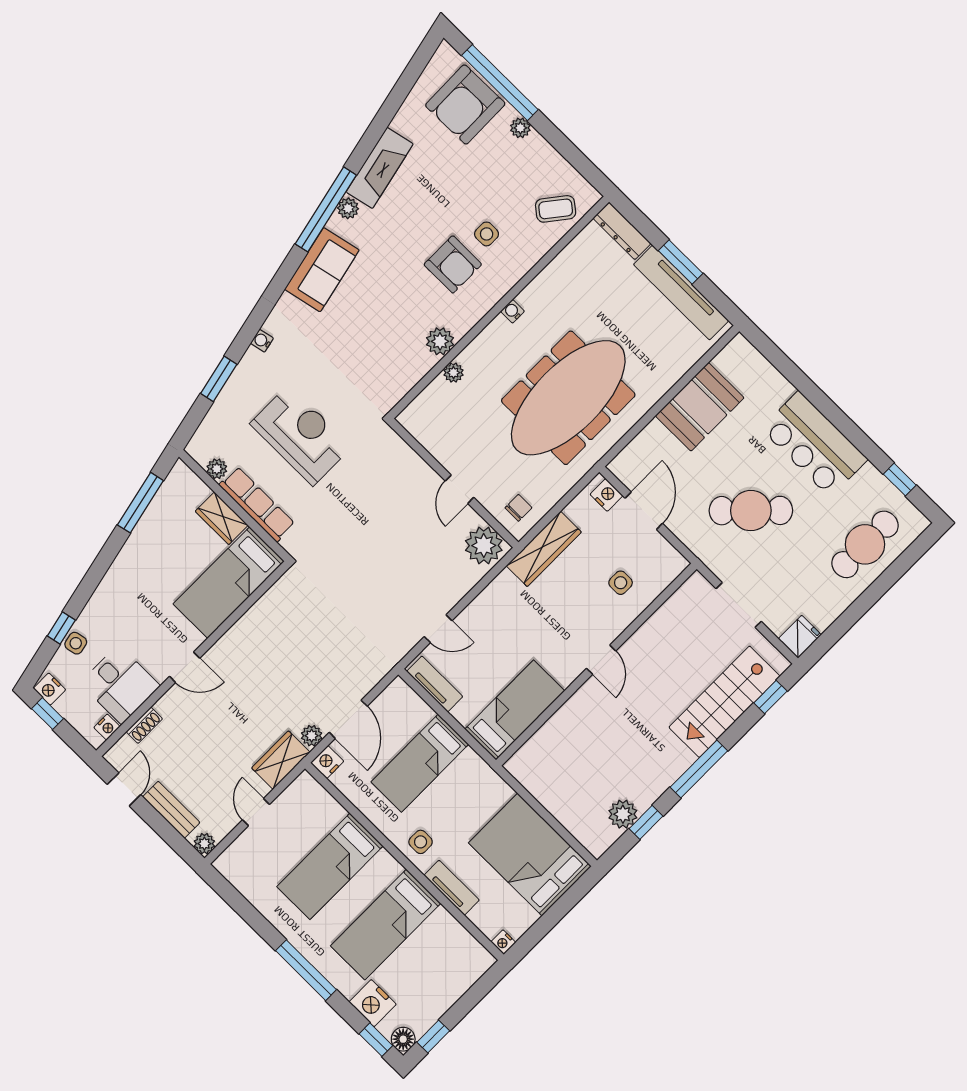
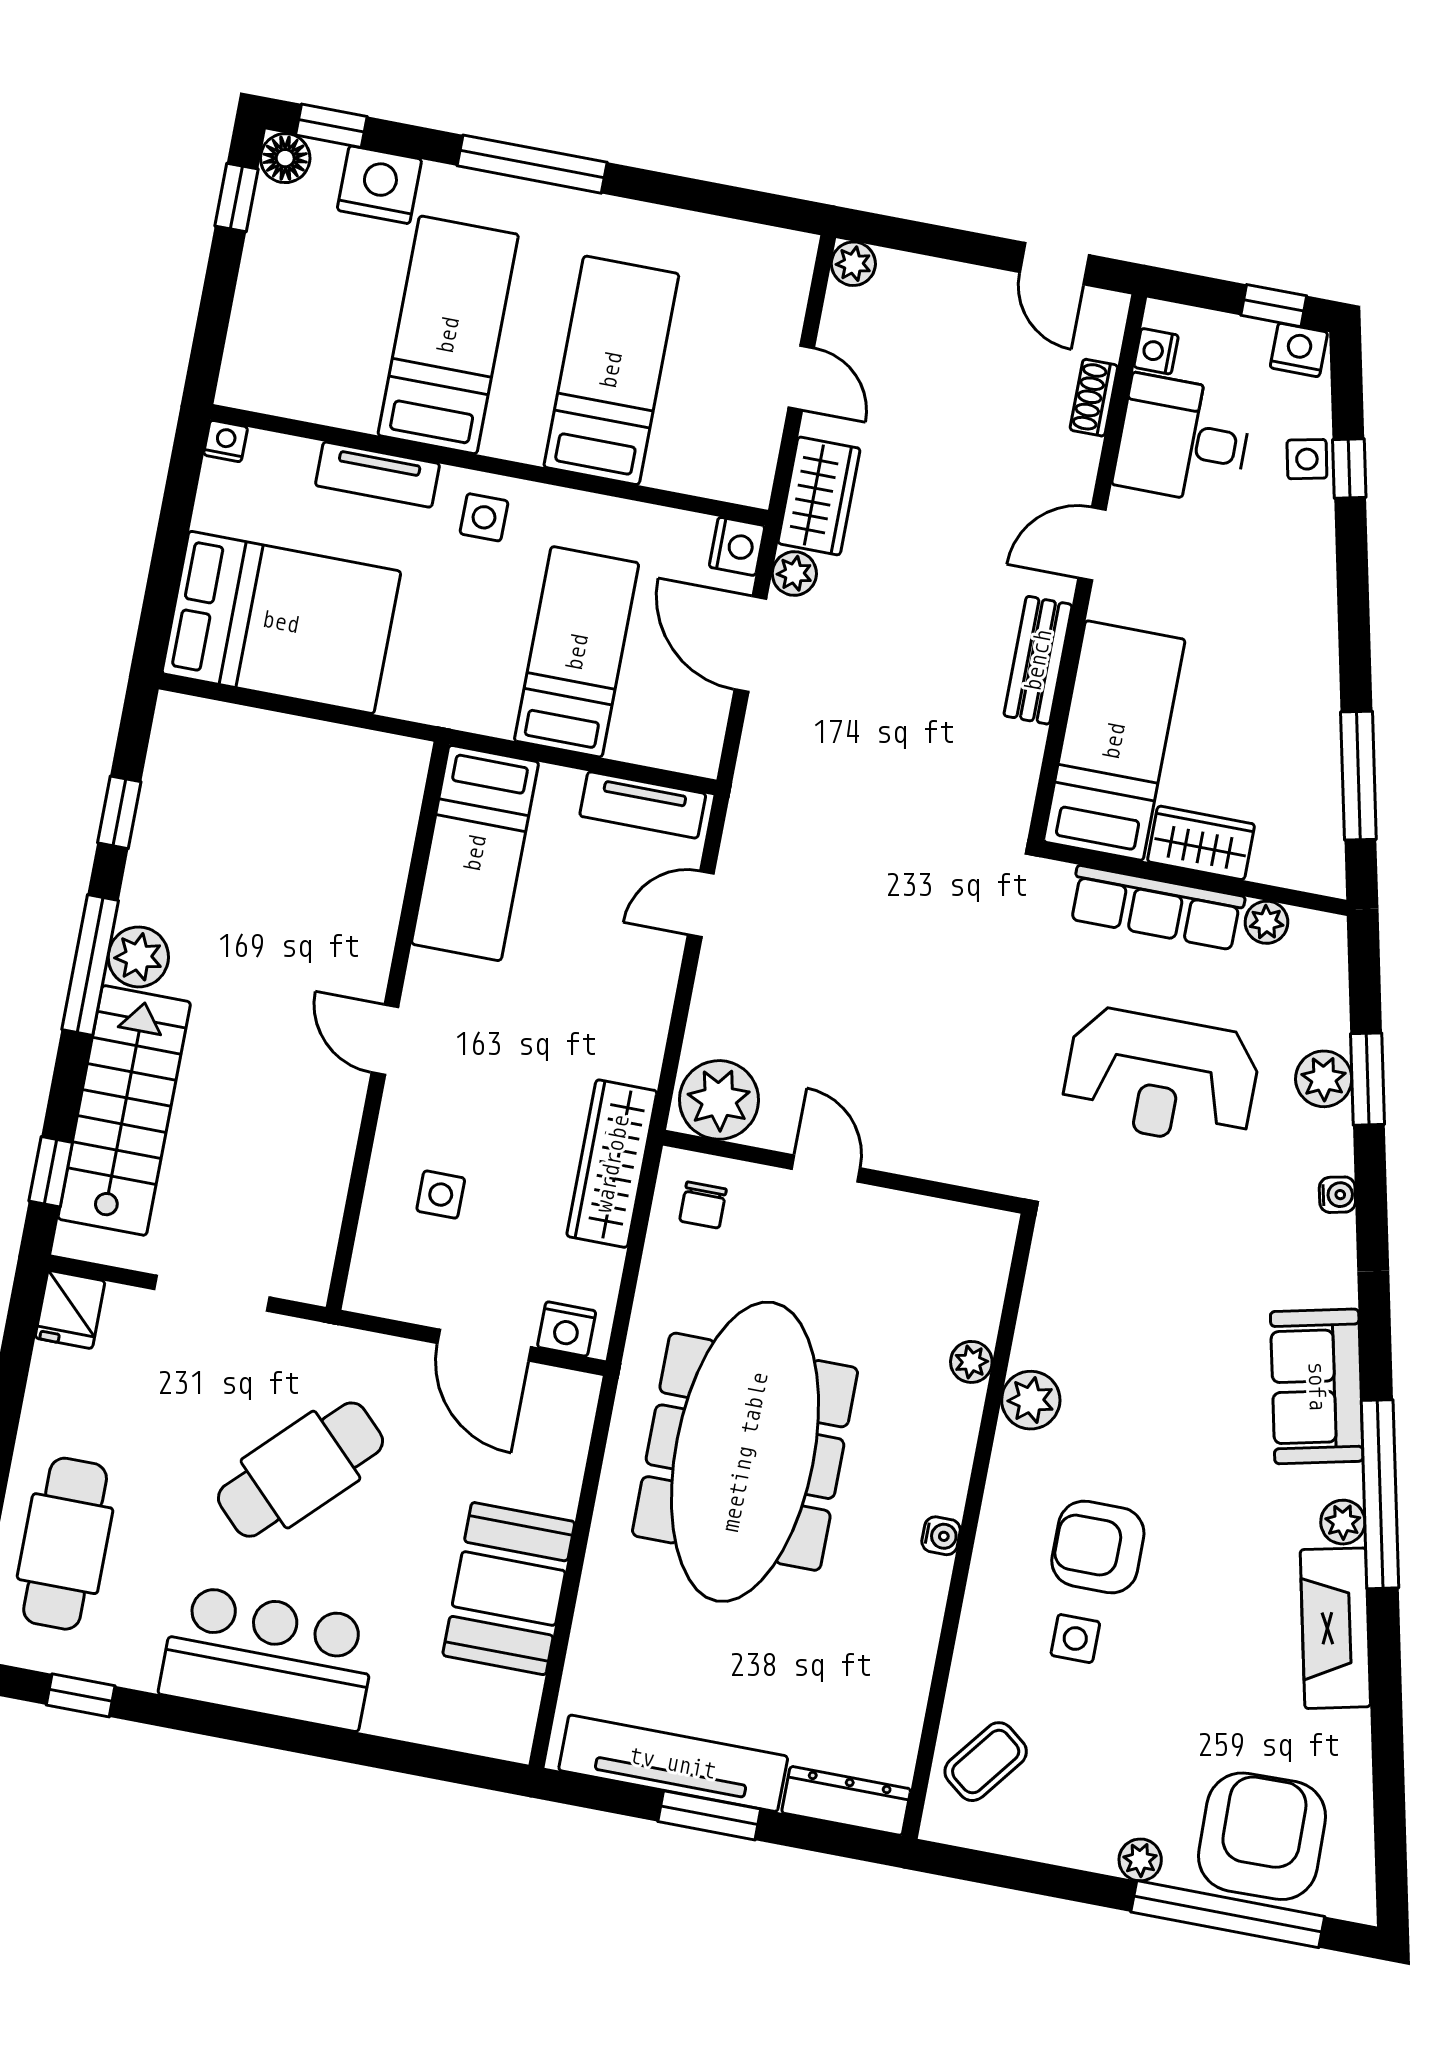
plant: (236, 391) -> (1324, 1079), added
bench: (171, 810) -> (1038, 660), moved, turned 90
plant: (623, 814) -> (138, 957), moved

